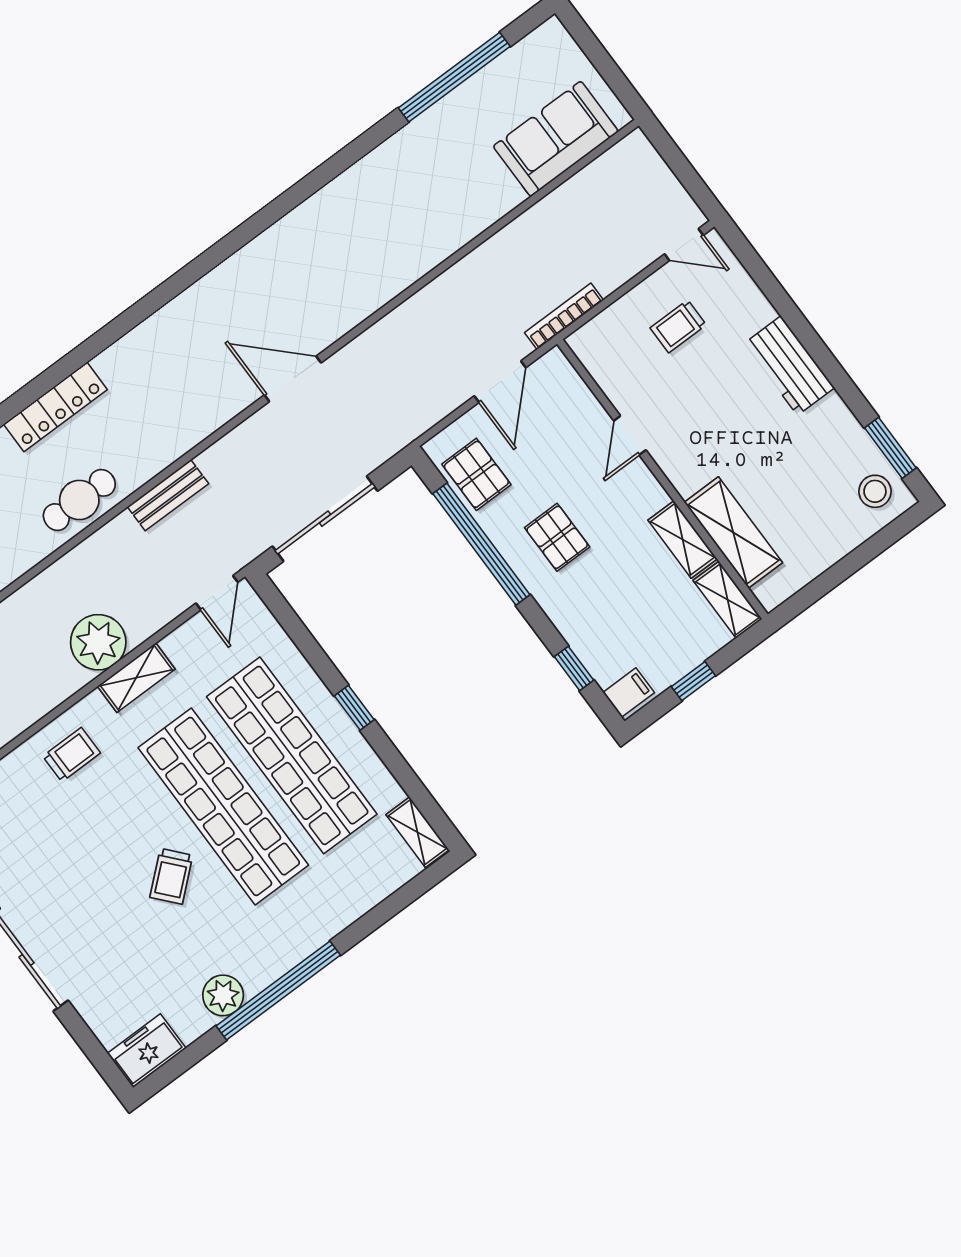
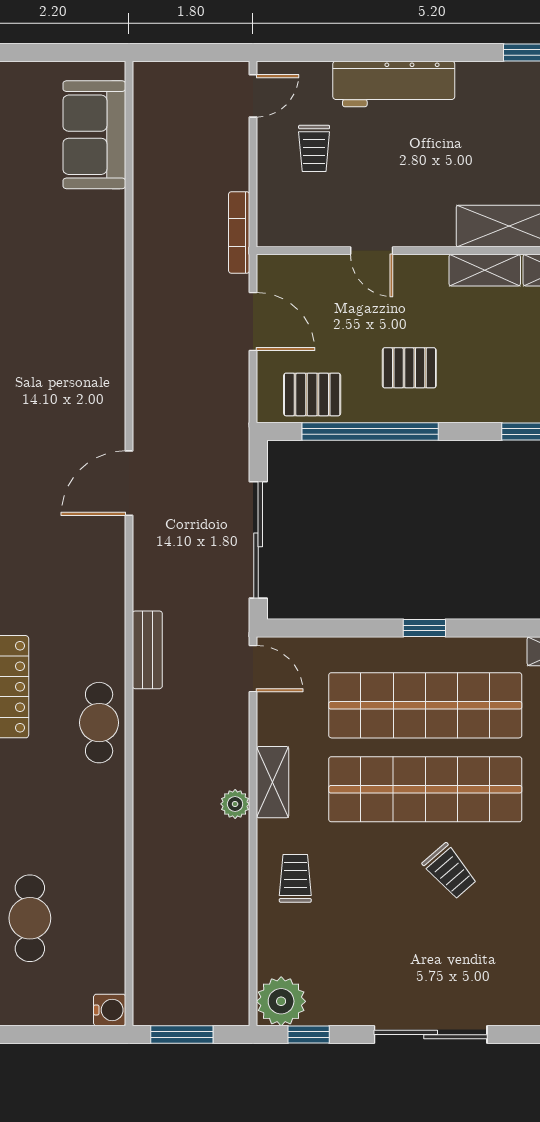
workbench: (789, 366) -> (394, 84), width x1.37
plant: (98, 642) -> (235, 804), width x0.53, depth x0.53

